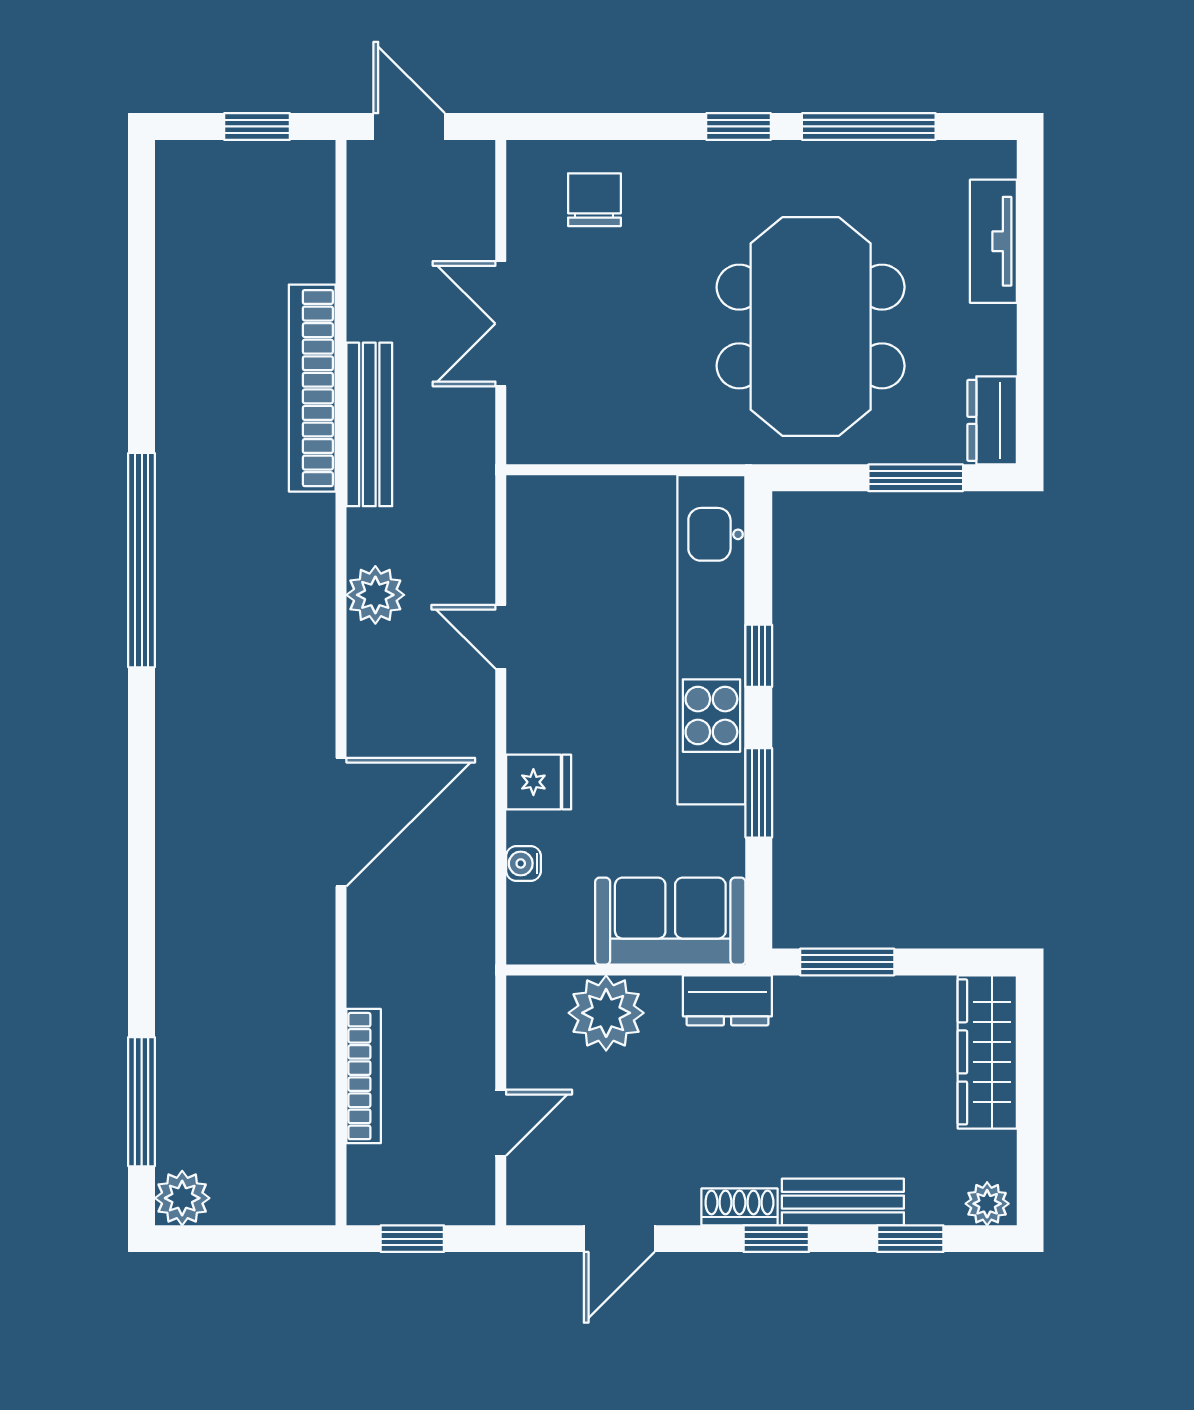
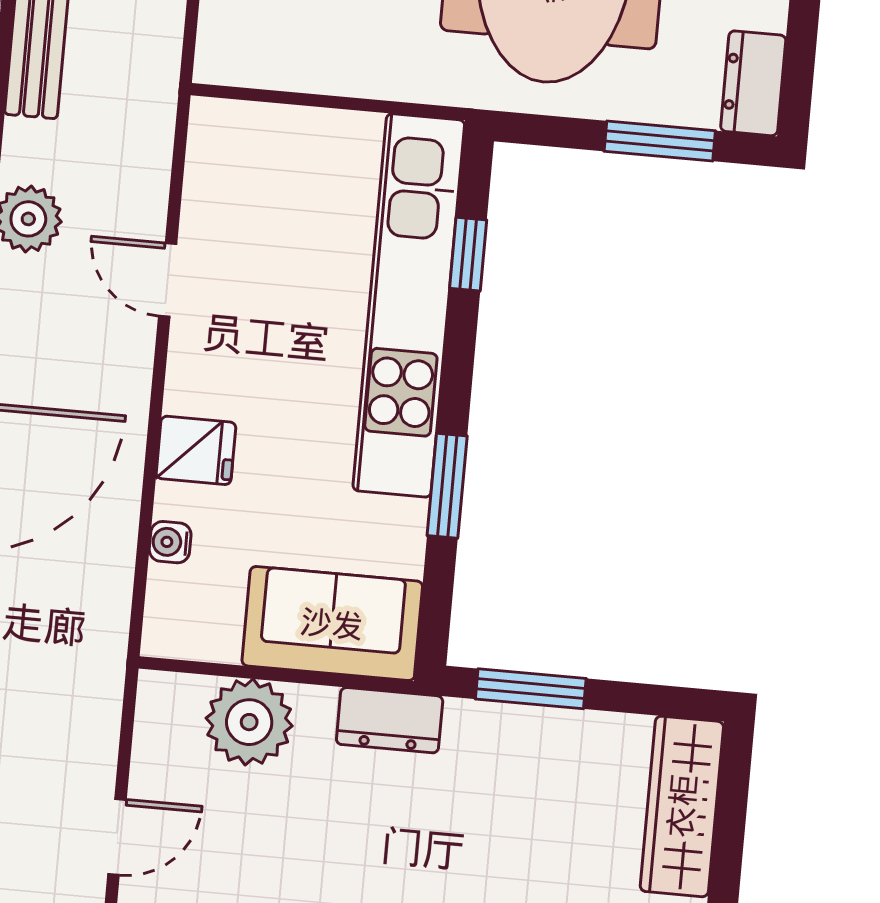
window: (759, 656) -> (468, 254), moved

